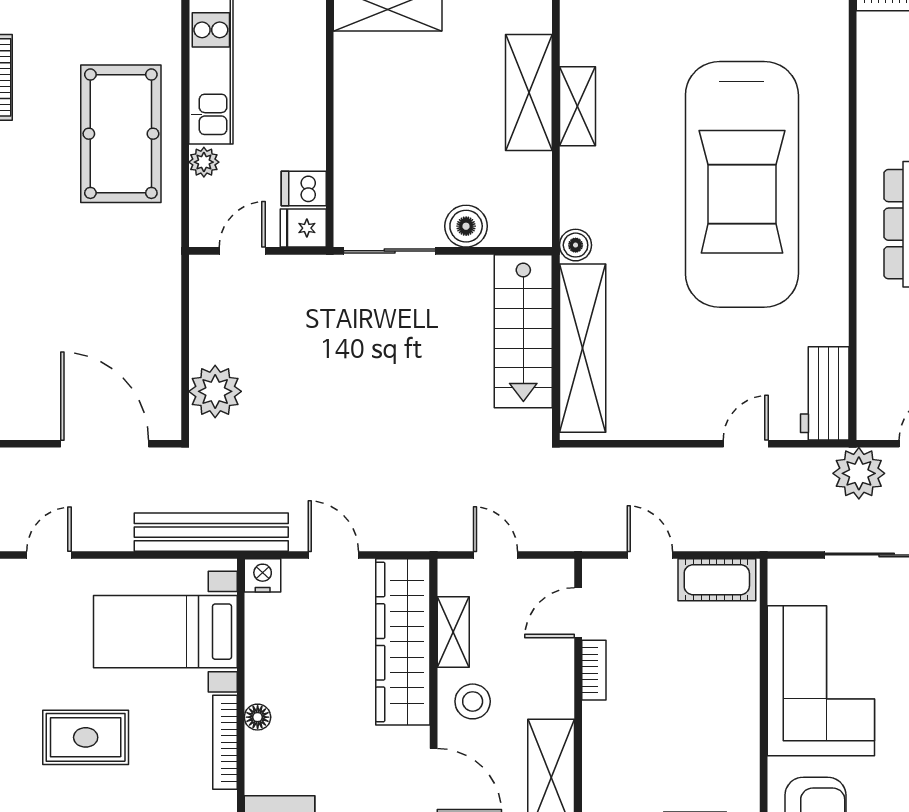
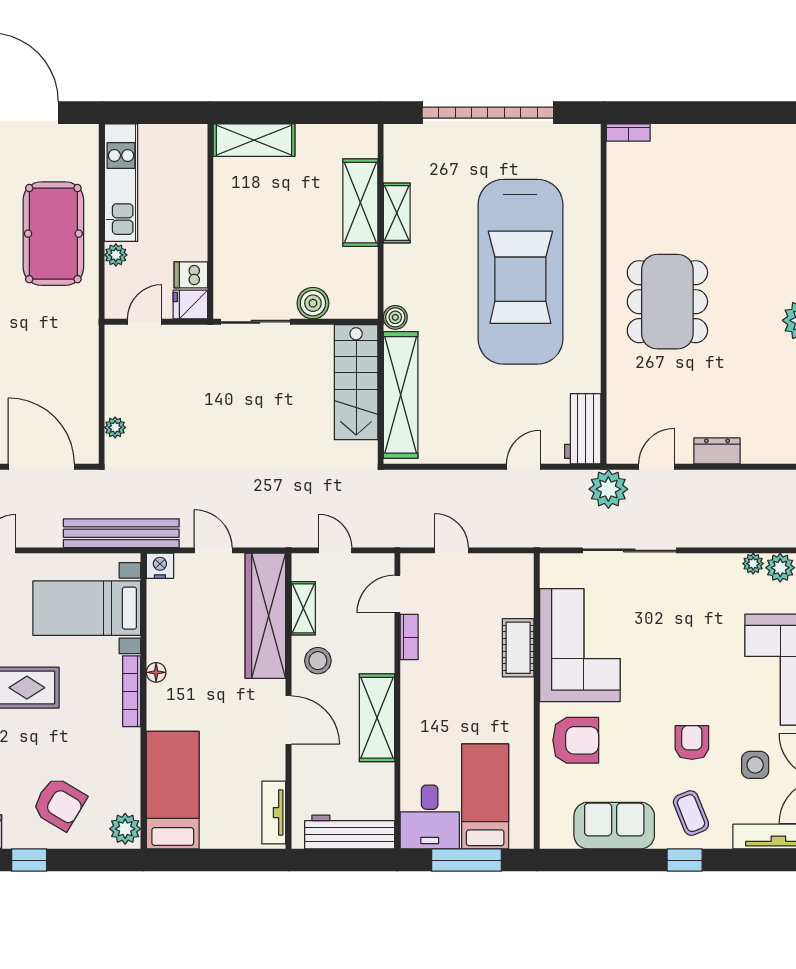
plant: (215, 391) -> (115, 427), width x0.53, depth x0.53
cot: (717, 580) -> (518, 648), moved, turned 90

